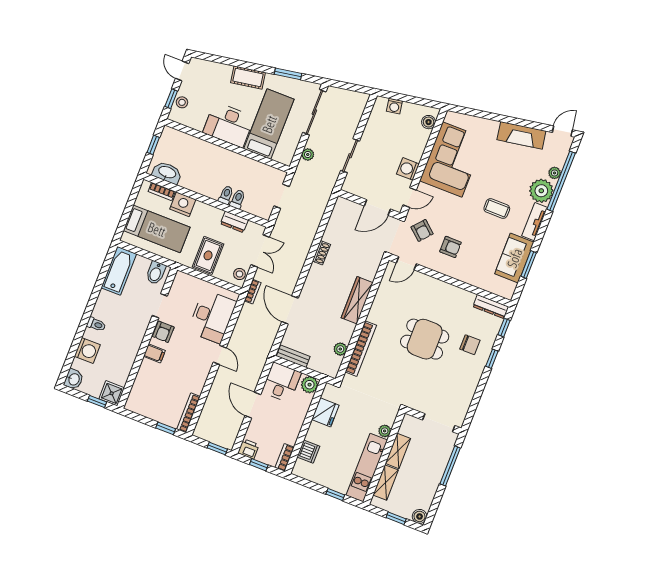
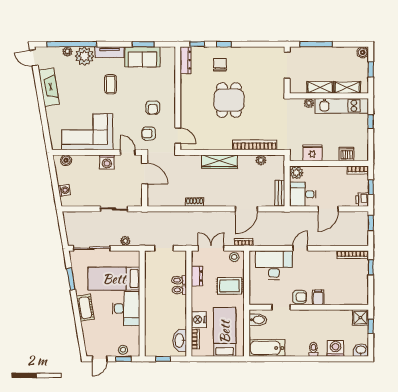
armchair: (422, 230) -> (149, 134), turned -131
armchair: (451, 247) -> (153, 108), turned 180

